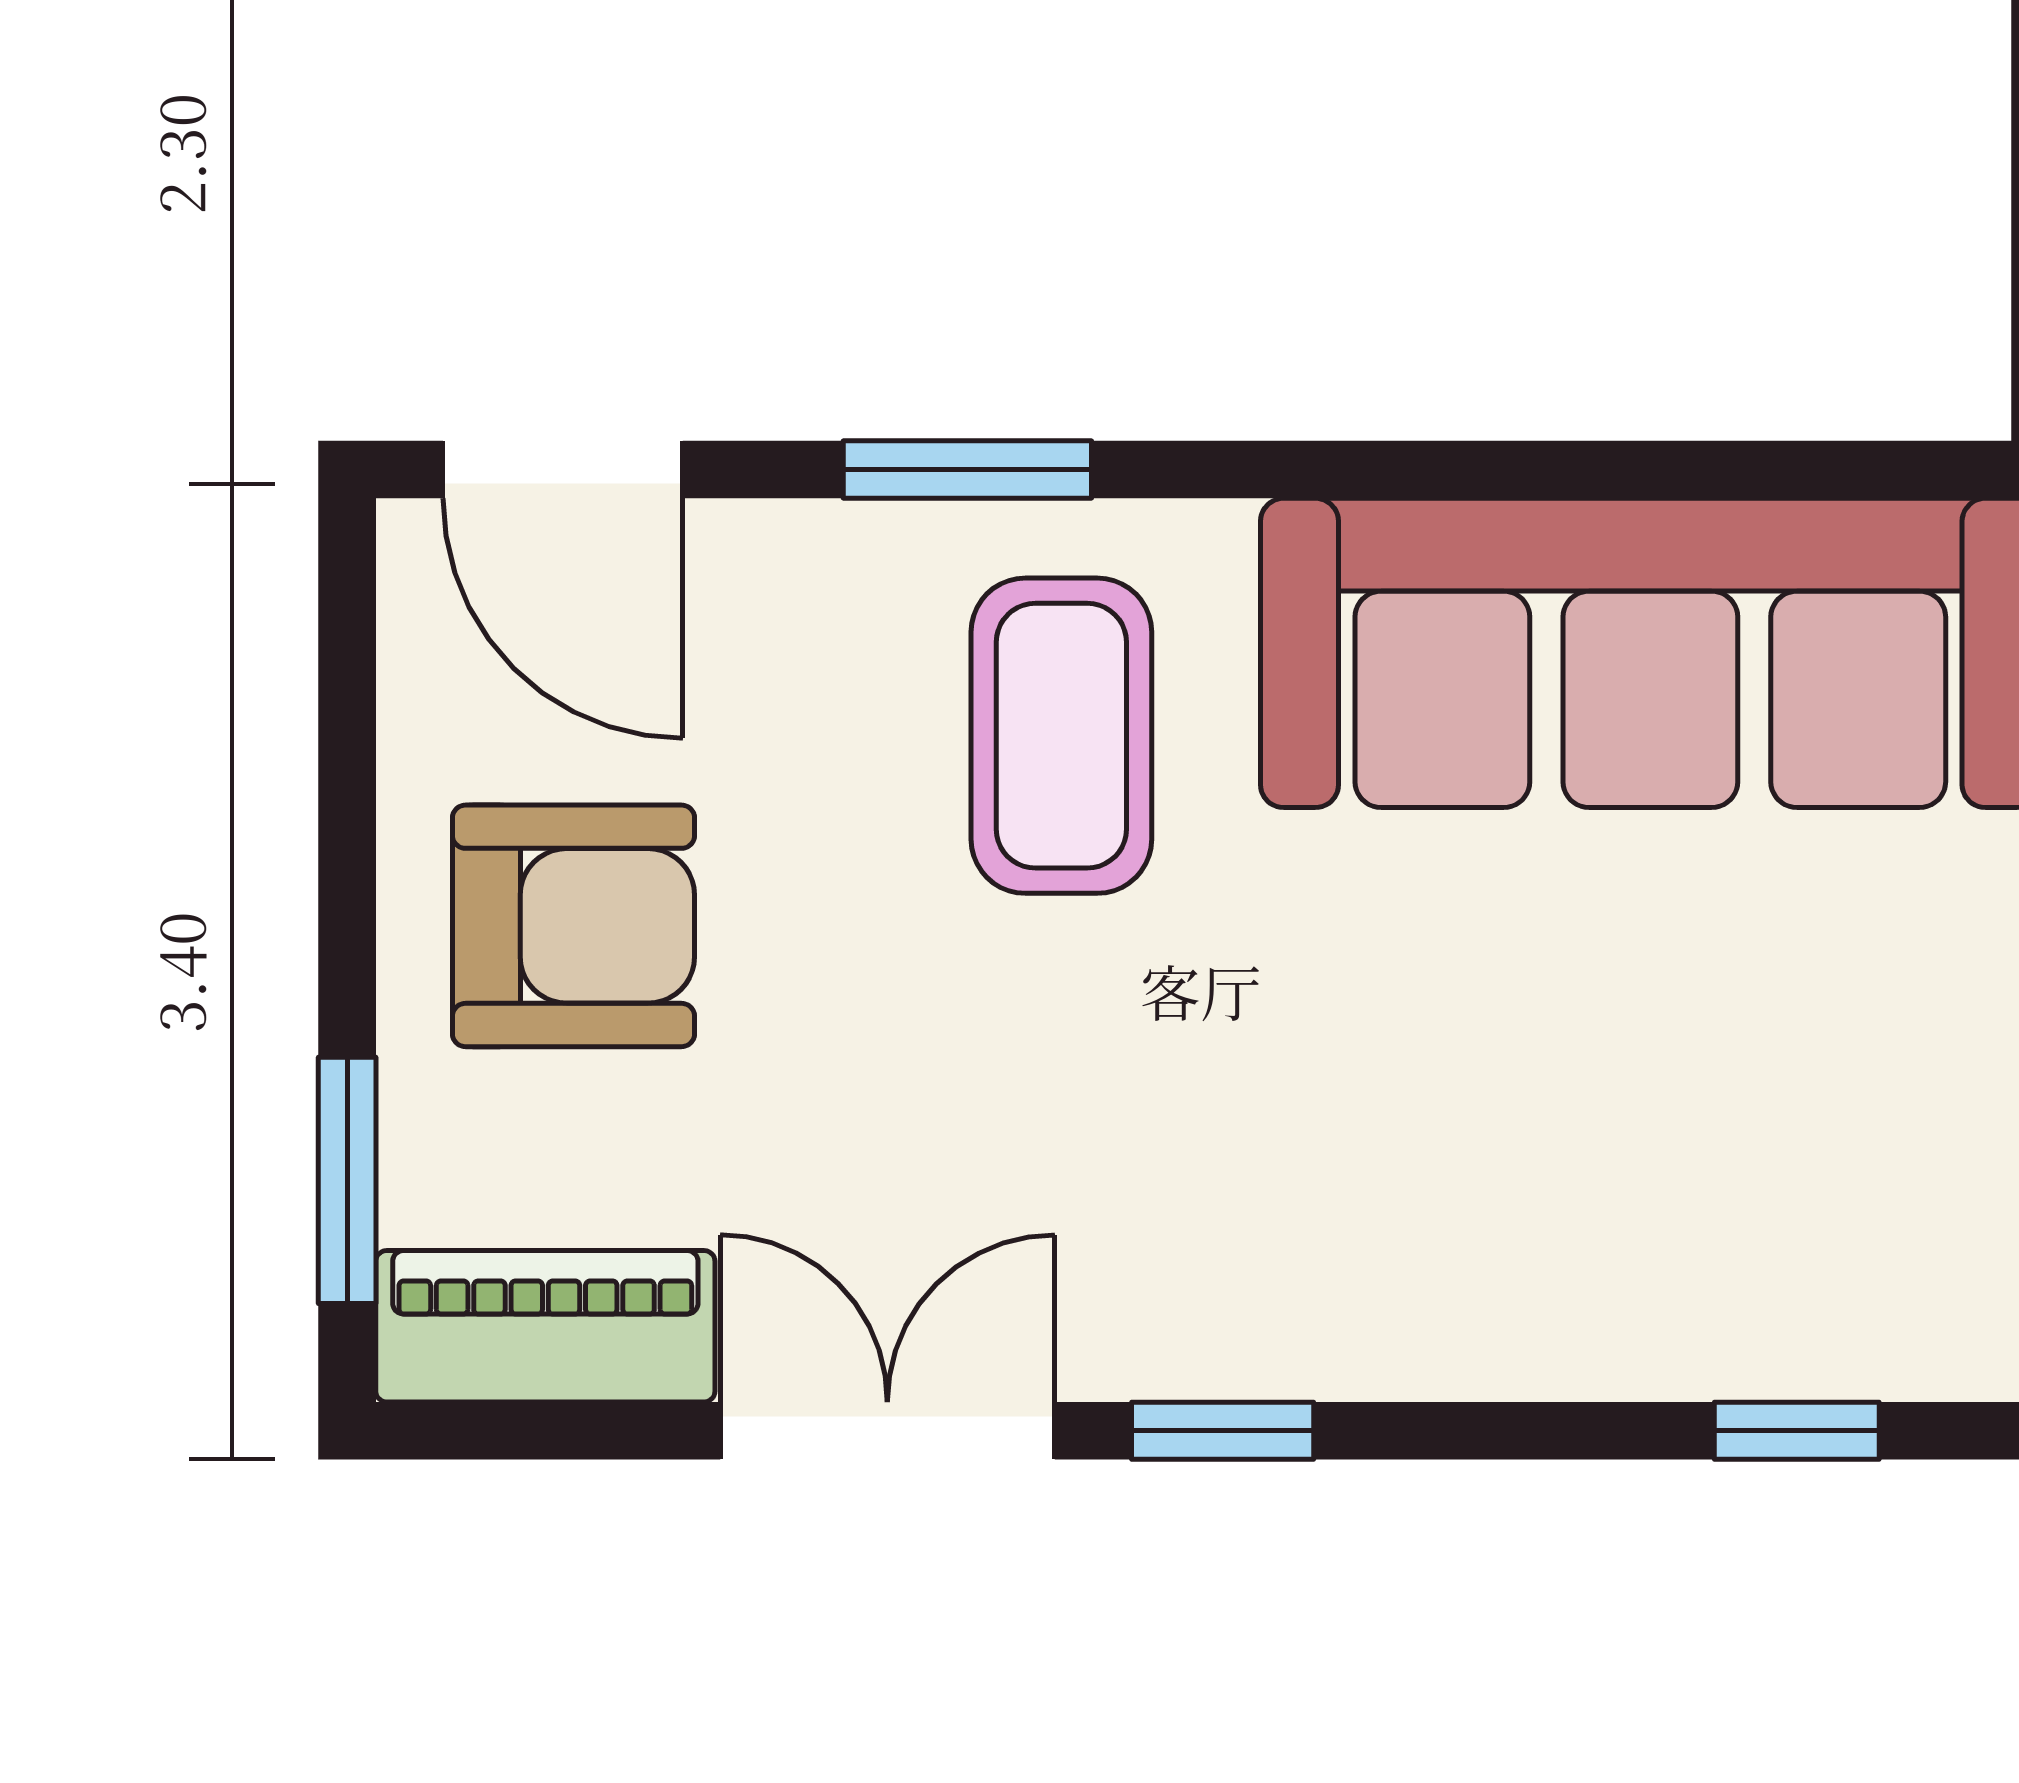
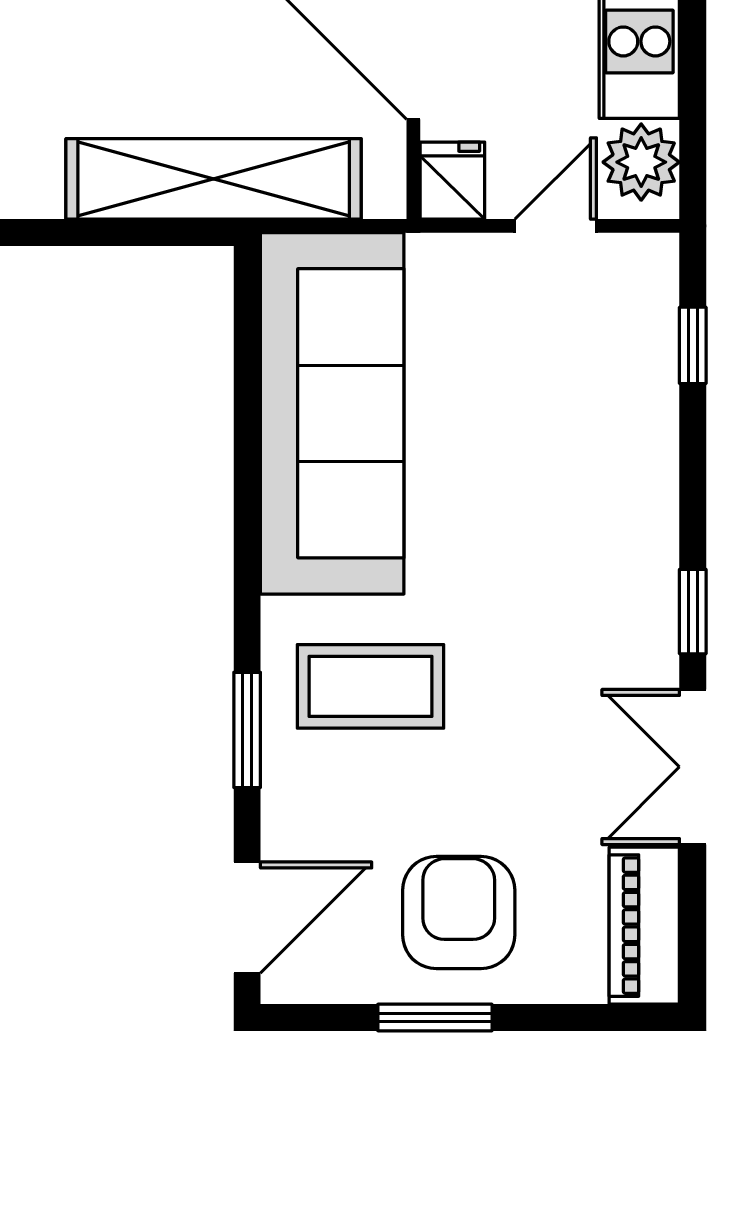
window: (347, 1180) -> (435, 1017), moved

